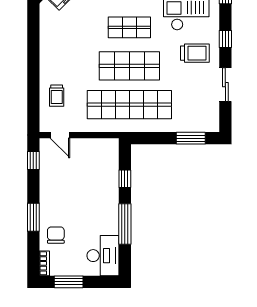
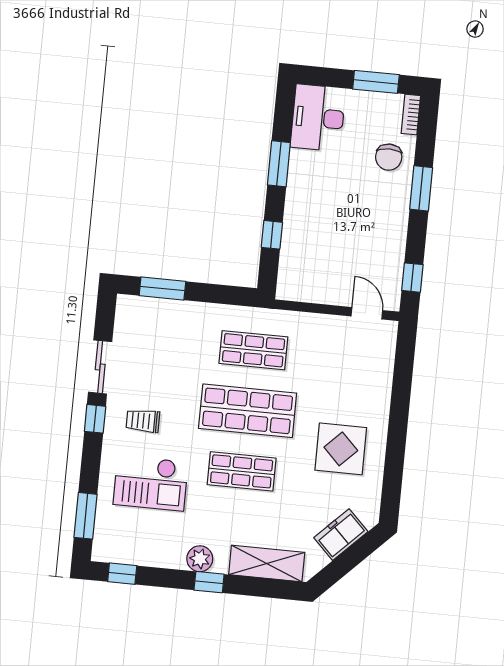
window: (225, 39) -> (95, 419), moved
display table: (68, 48) -> (341, 449), added
trolley: (195, 53) -> (143, 421), width x0.73, depth x0.72
trolley: (57, 96) -> (366, 376), removed
shop shelf: (129, 105) -> (253, 350), width x0.50, depth x0.74
window: (125, 224) -> (279, 164), width x0.69

